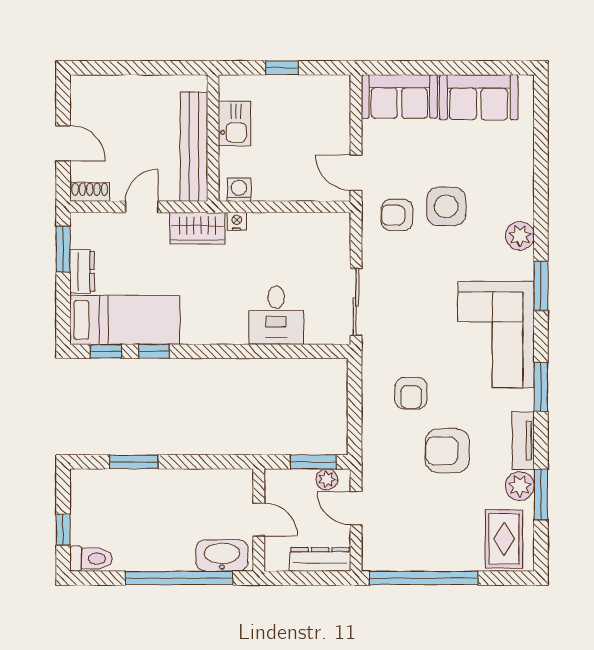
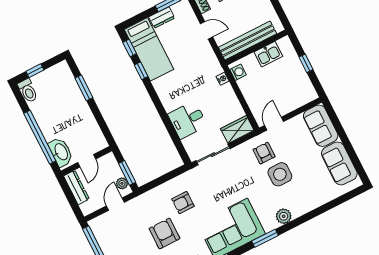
wardrobe: (197, 228) -> (237, 130), moved, turned 90
dresser: (320, 559) -> (76, 187), moved

